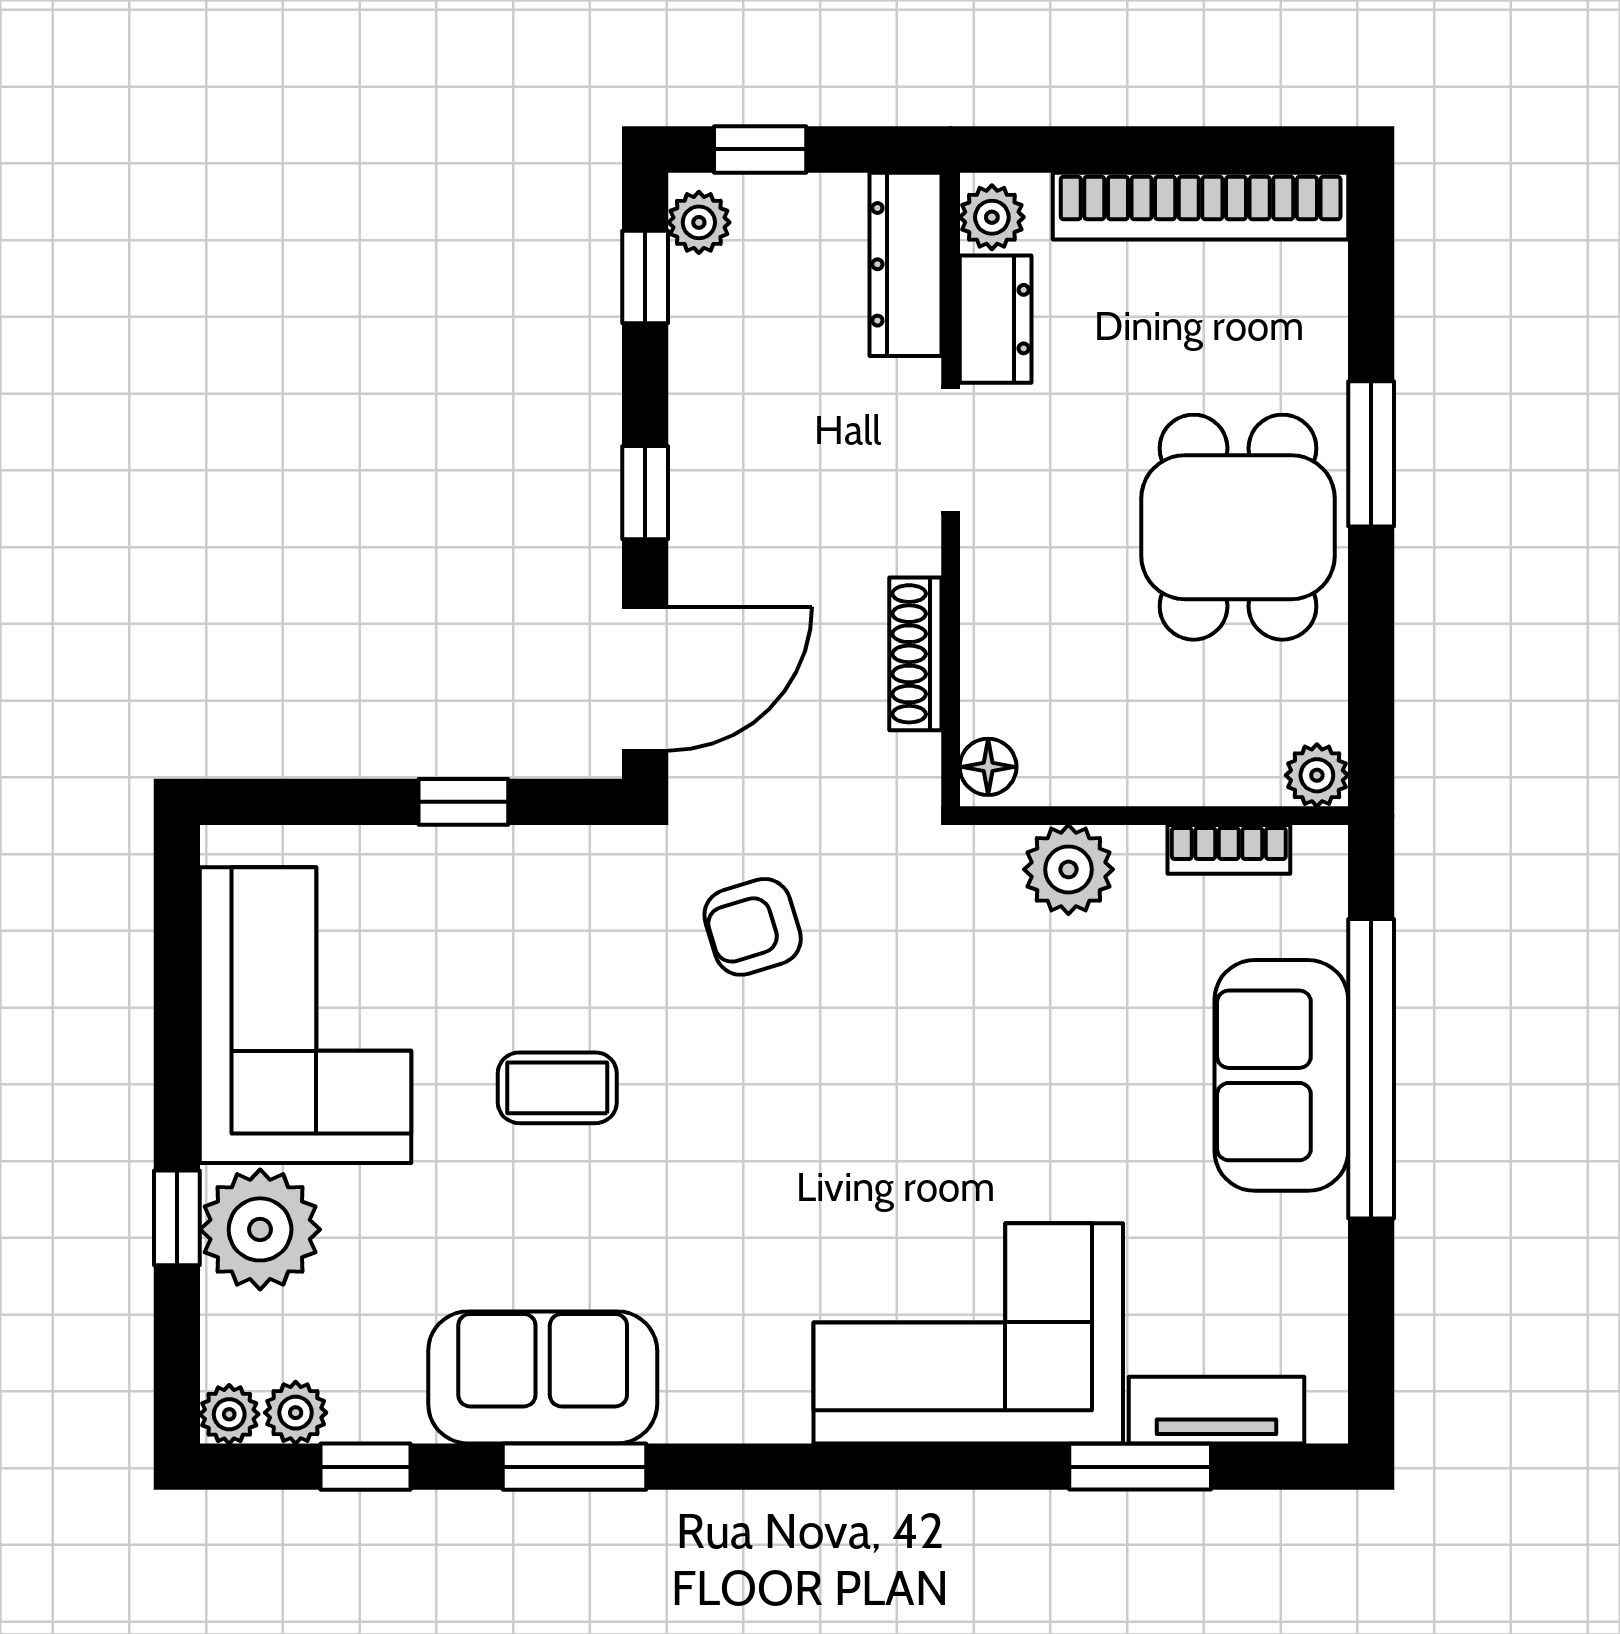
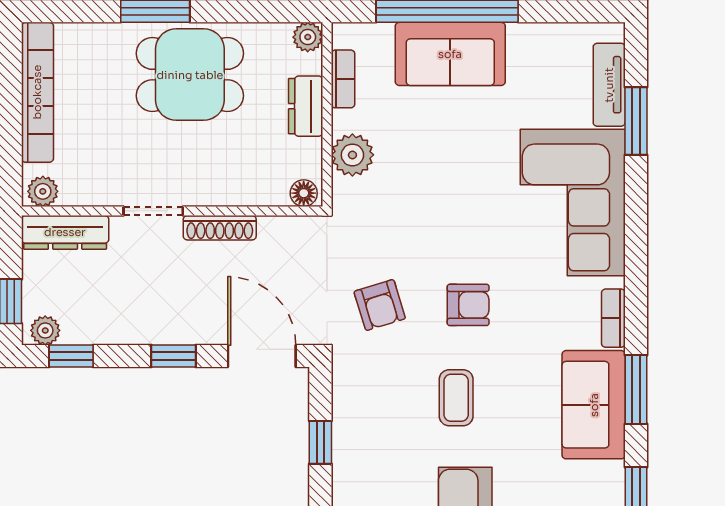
dresser: (996, 319) -> (306, 106), moved, turned -90
shoe rack: (915, 654) -> (220, 228), moved
armchair: (753, 1113) -> (468, 305), added
bookcase: (725, 1419) -> (613, 318), added

